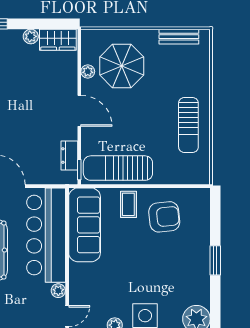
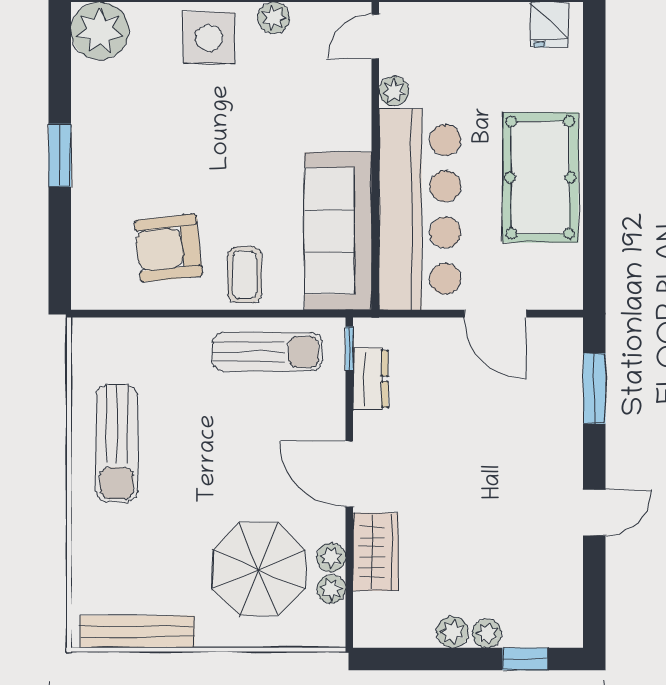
plant: (15, 36) -> (487, 633), added
bench: (179, 37) -> (137, 632), width x1.36
wardrobe: (58, 40) -> (376, 552), moved, turned 90
plant: (88, 57) -> (331, 589), added
sun lounger: (188, 125) -> (117, 444), turned 180
sun lounger: (118, 168) -> (267, 352), width x0.73, depth x0.75

